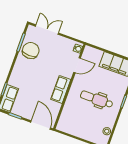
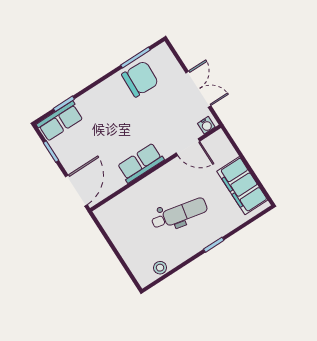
double door: (47, 30) -> (198, 89), moved
dental chair: (97, 99) -> (179, 214), turned 102

